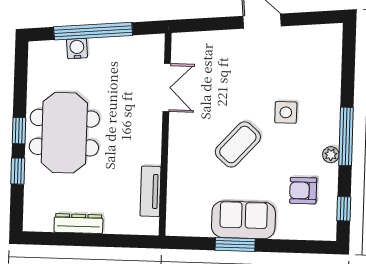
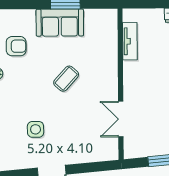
side table: (286, 112) -> (36, 129), moved
coffee table: (238, 144) -> (66, 79), width x0.73, depth x0.77

